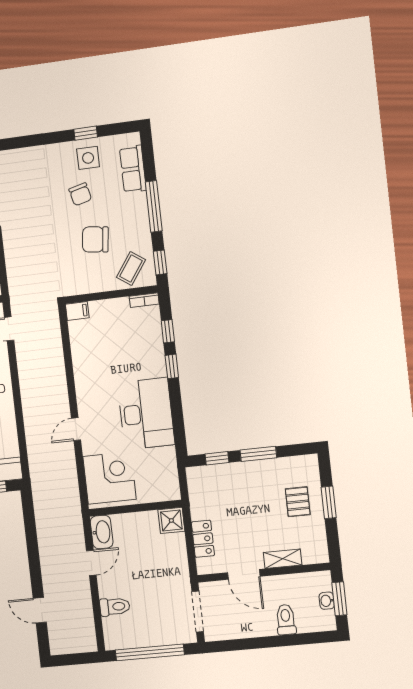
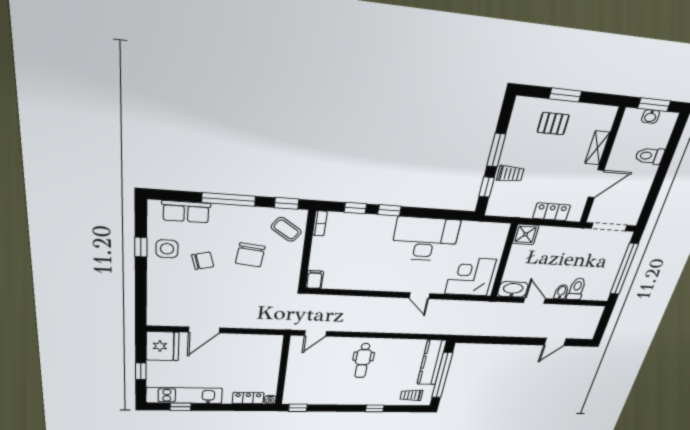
trolley: (236, 478) -> (510, 174), added
bidet: (108, 590) -> (561, 292), added

